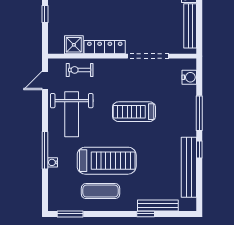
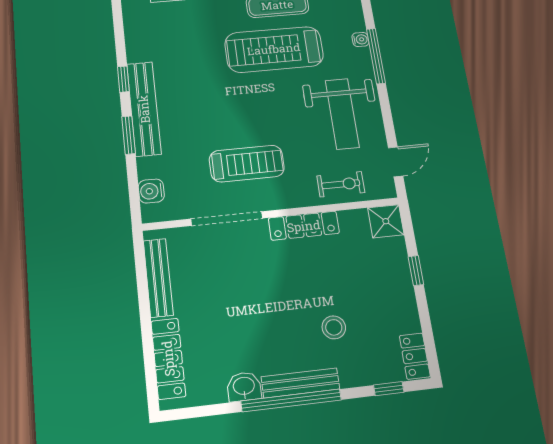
shower: (74, 45) -> (386, 221), moved
treadmill: (134, 112) -> (247, 164), moved
window: (199, 113) -> (129, 135), width x0.69
weight bench: (72, 114) -> (342, 114), turned 180
bench: (189, 167) -> (144, 109), moved

